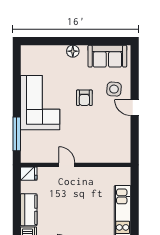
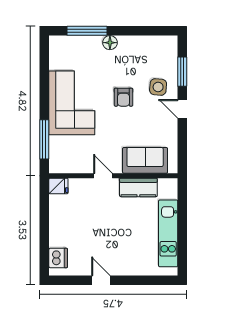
window: (53, 41) -> (87, 31), added
sofa: (107, 56) -> (145, 160), moved, turned 180
window: (135, 76) -> (182, 72), added
kitchen counter: (29, 210) -> (138, 187), moved, turned 90

